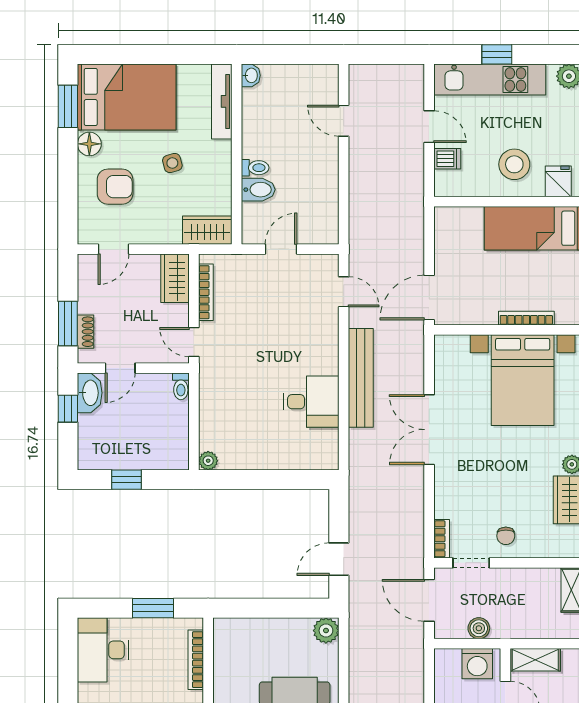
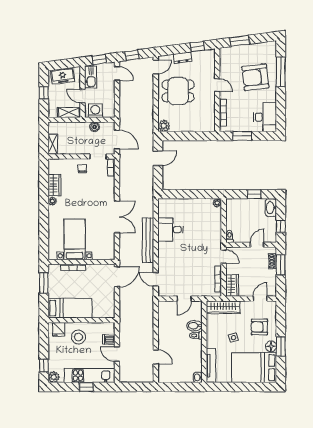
window: (68, 106) -> (281, 346), moved
wardrobe: (207, 230) -> (223, 307), width x1.50
bed with nightstands: (523, 380) -> (75, 239), width x0.73
washbasin: (90, 393) -> (271, 208), moved

